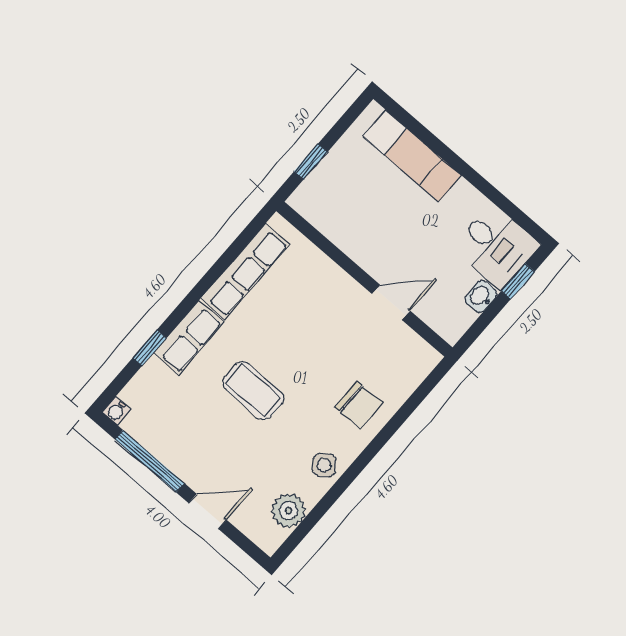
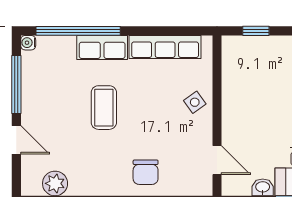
door: (391, 302) -> (217, 160), moved
window: (150, 348) -> (78, 31), width x3.17
side table: (324, 465) -> (195, 102), moved

